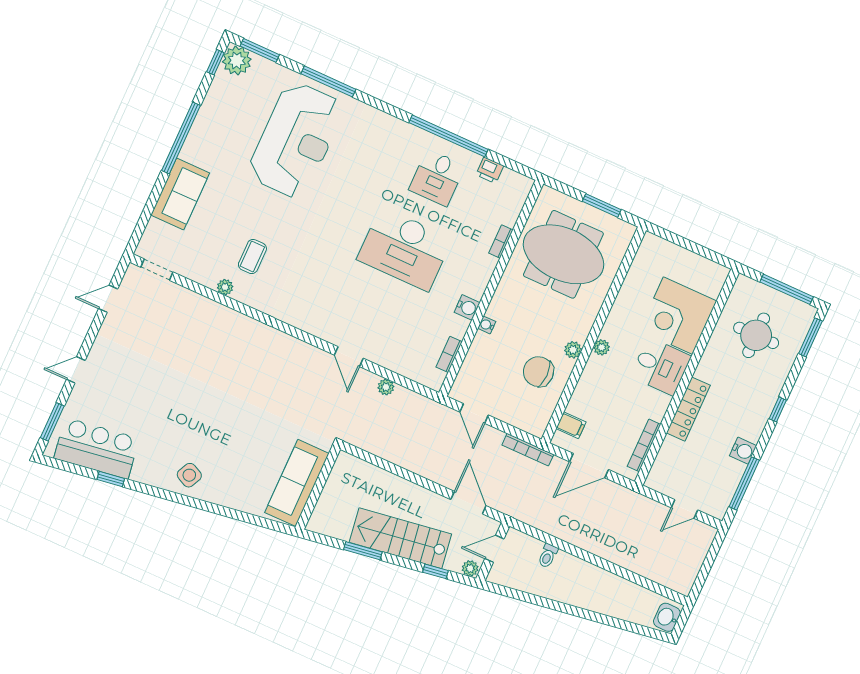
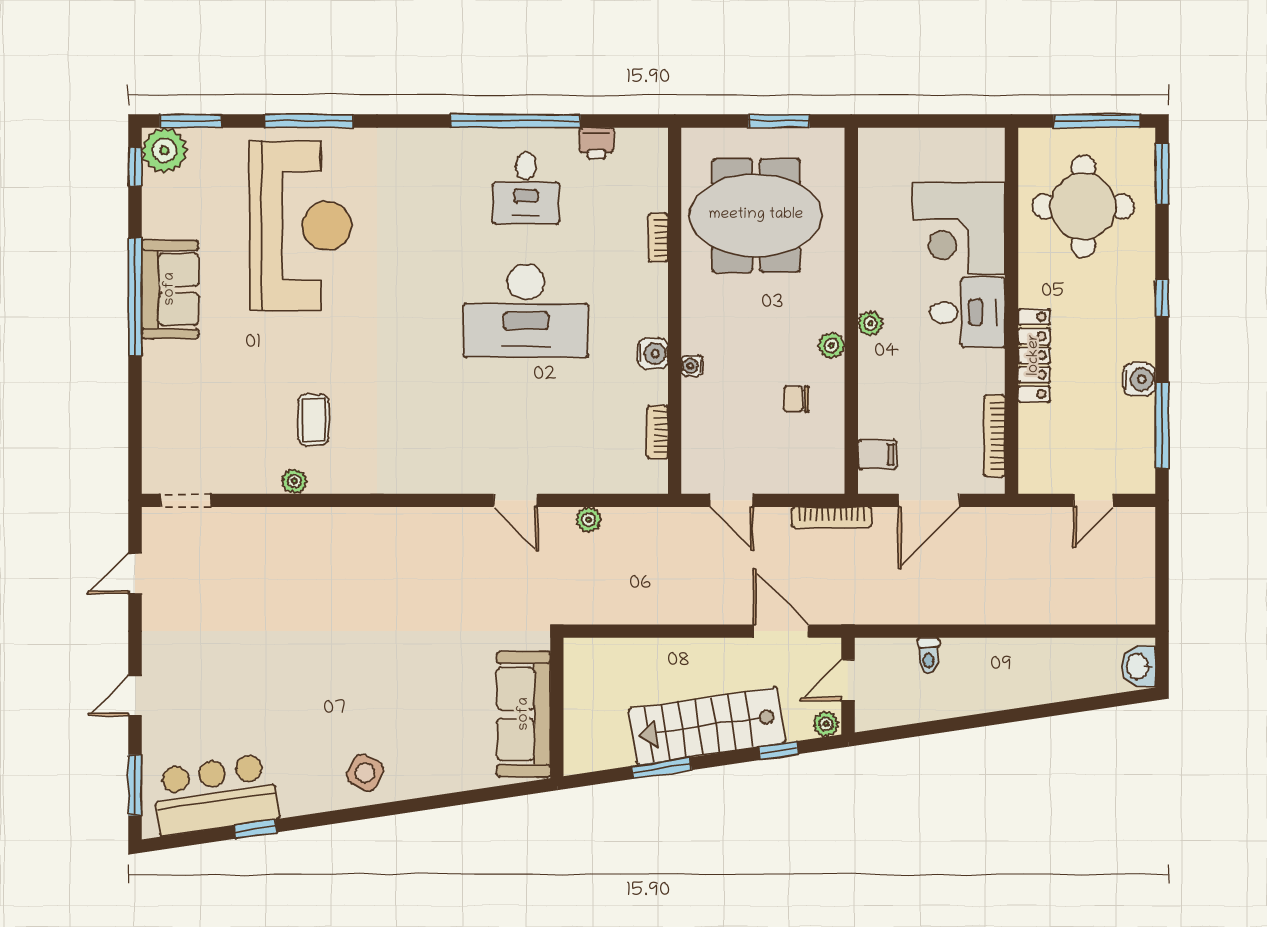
sofa: (180, 194) -> (170, 289), moved
round table: (756, 335) -> (1083, 206), width x1.36, depth x1.36
chair: (538, 372) -> (796, 399), width x0.54, depth x0.54

